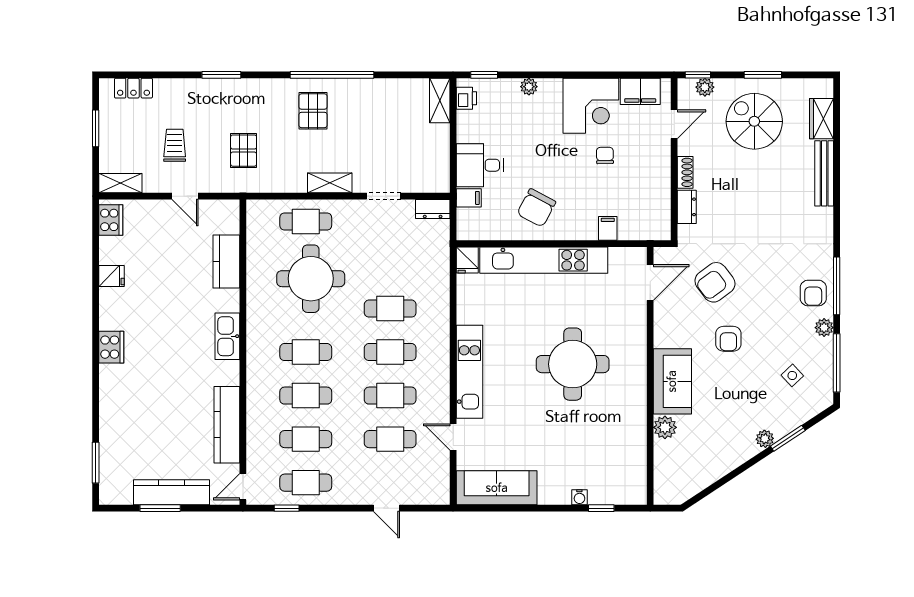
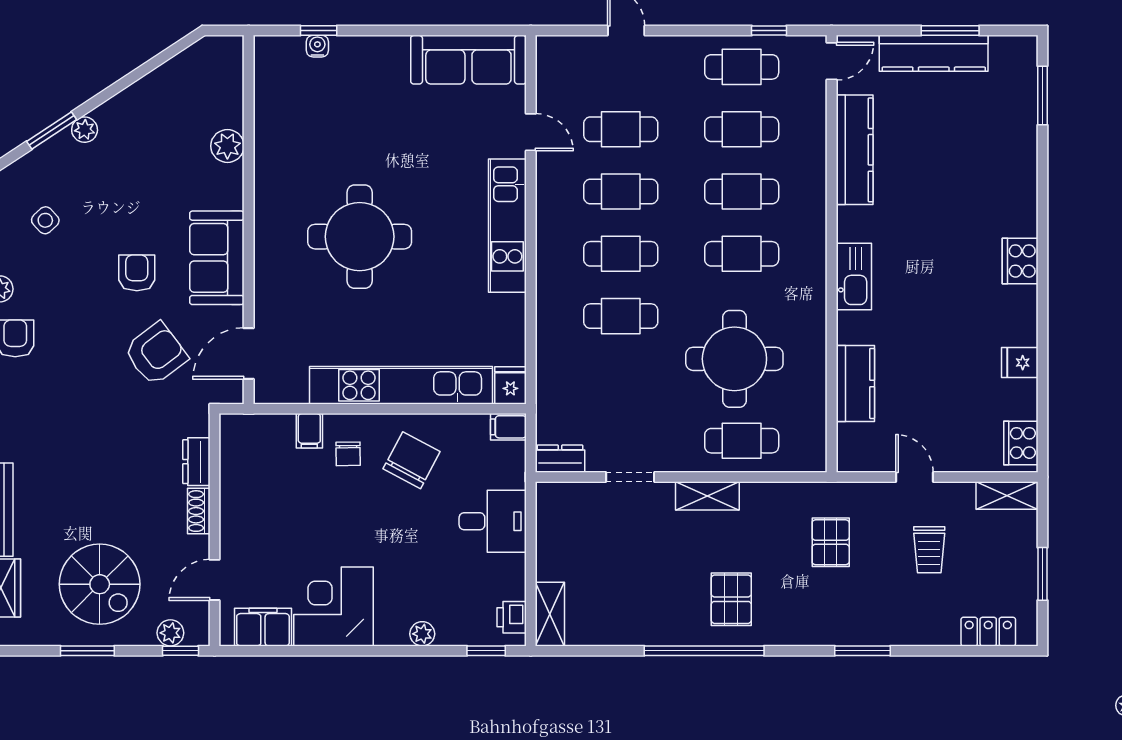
chair: (605, 155) -> (348, 454), moved
filing cabinet: (469, 198) -> (508, 427), moved
sofa: (672, 381) -> (217, 258), moved
water cooler: (579, 497) -> (317, 46), moved

